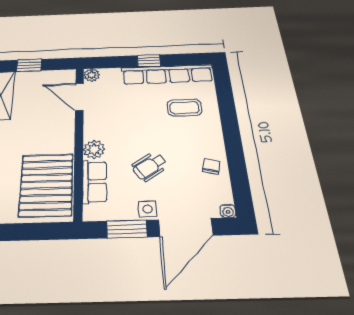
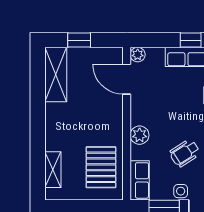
row of seats: (95, 182) -> (140, 180), moved
pallet: (46, 185) -> (101, 167), width x0.73, depth x0.71

